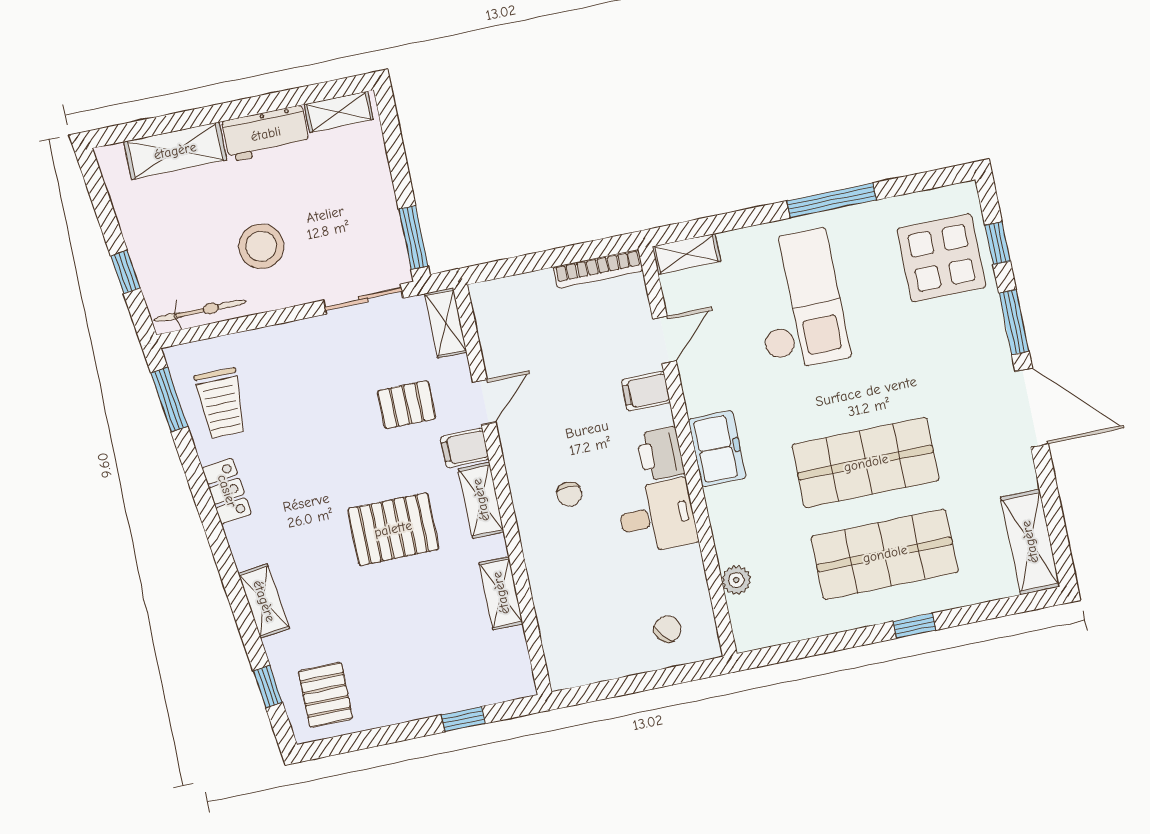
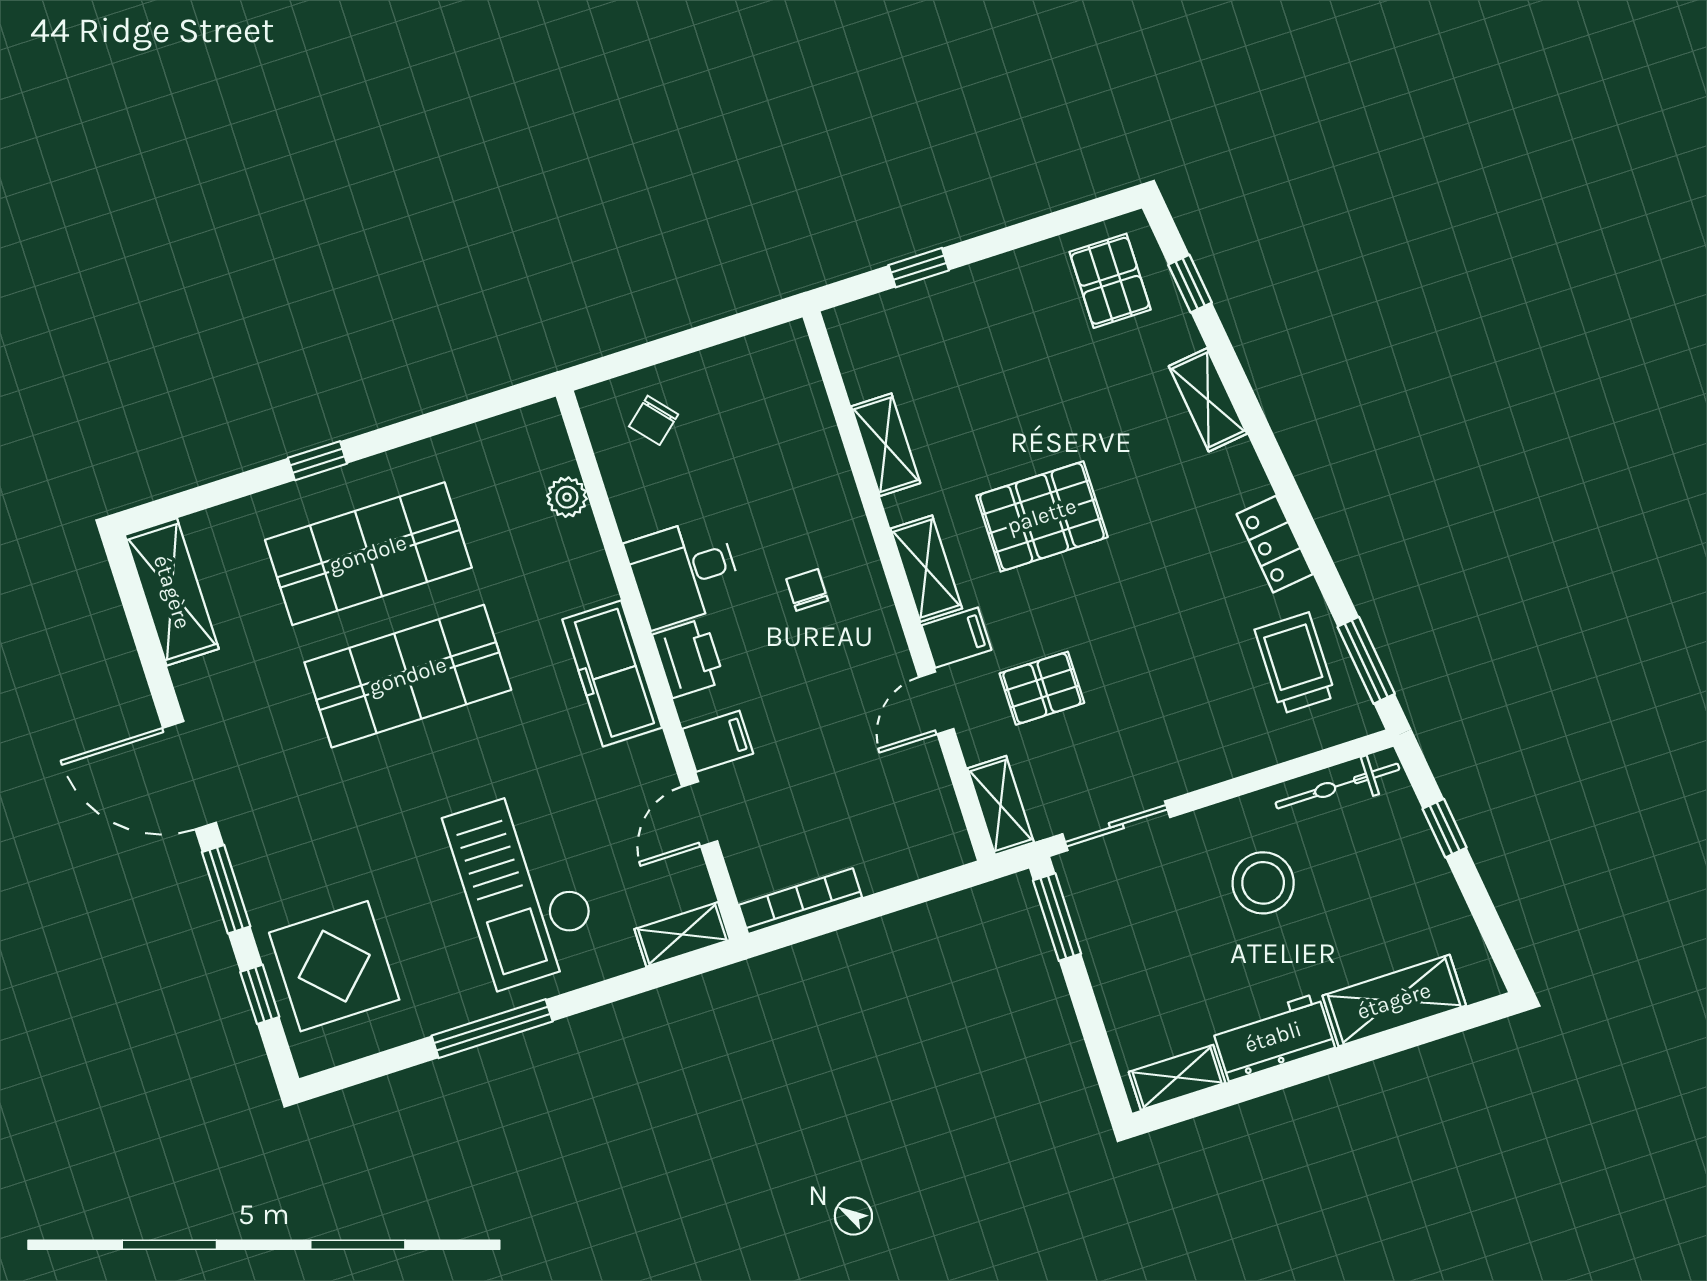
freezer: (717, 449) -> (612, 674), width x1.40

